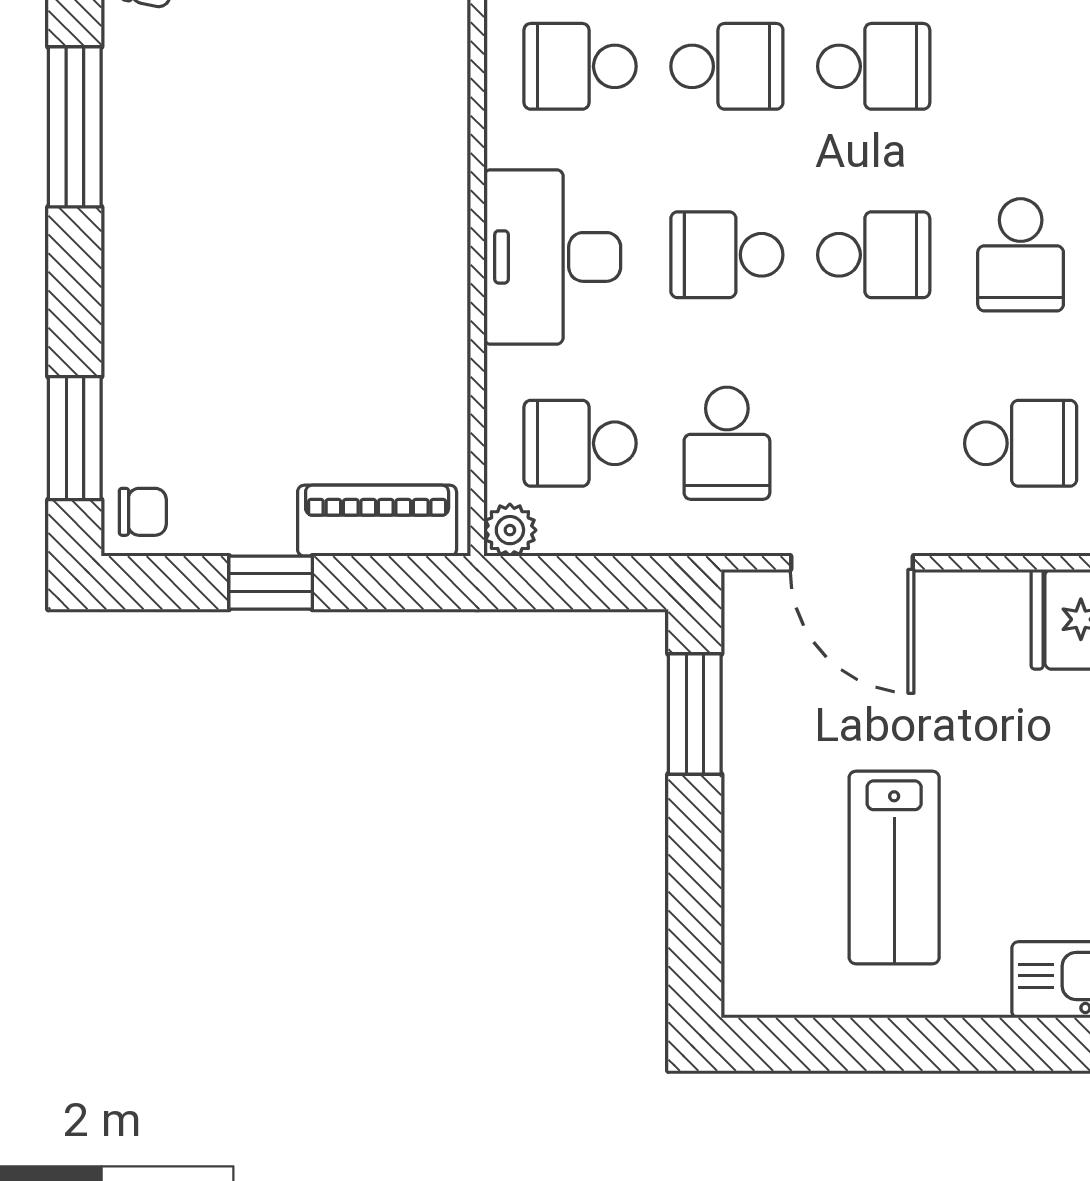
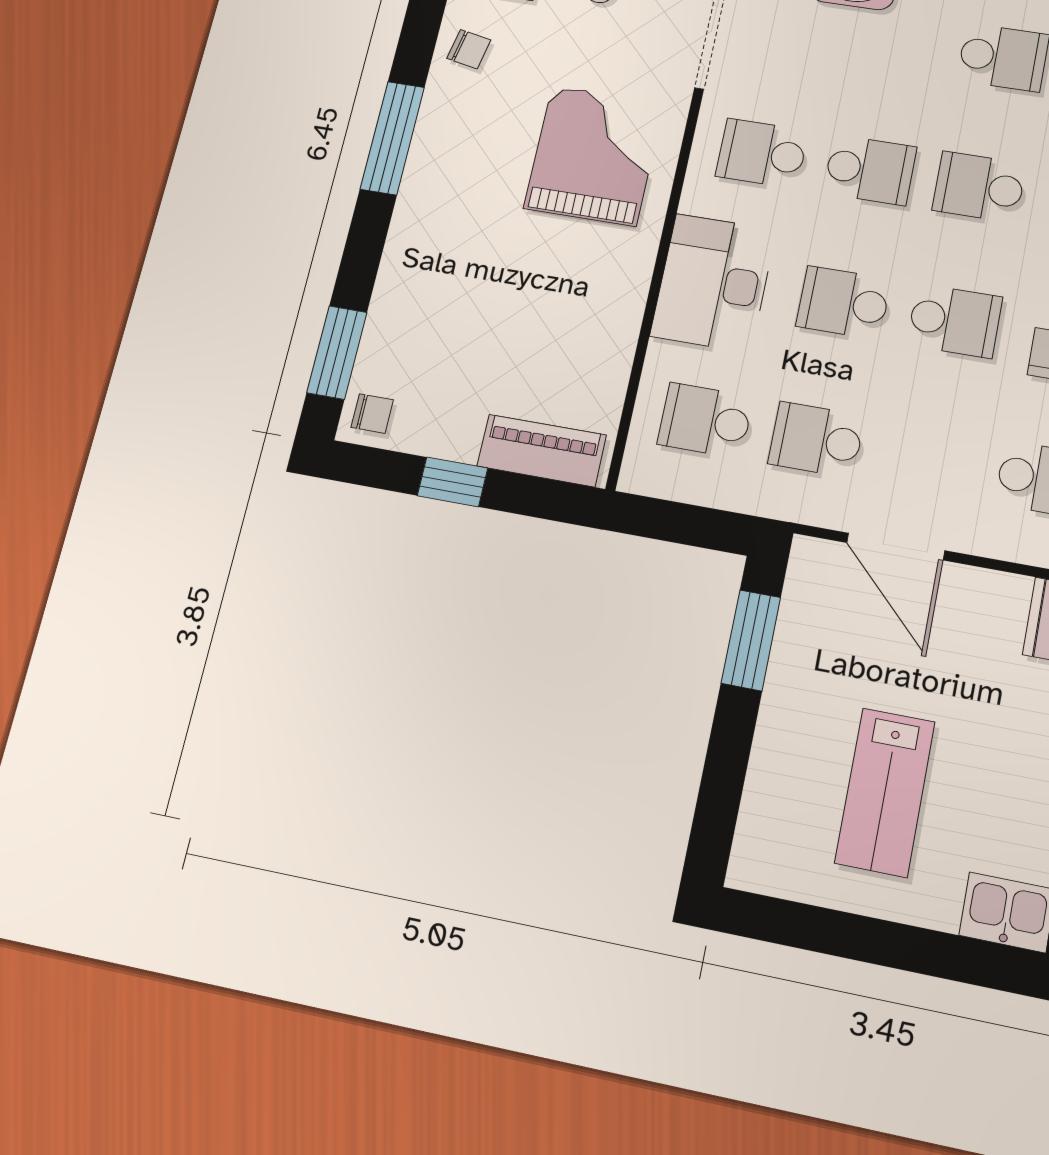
school desk: (874, 66) -> (979, 187), turned 180
grand piano: (356, 106) -> (594, 155), added
school desk: (727, 443) -> (816, 440), turned 90
plant: (510, 530) -> (639, 475), removed

